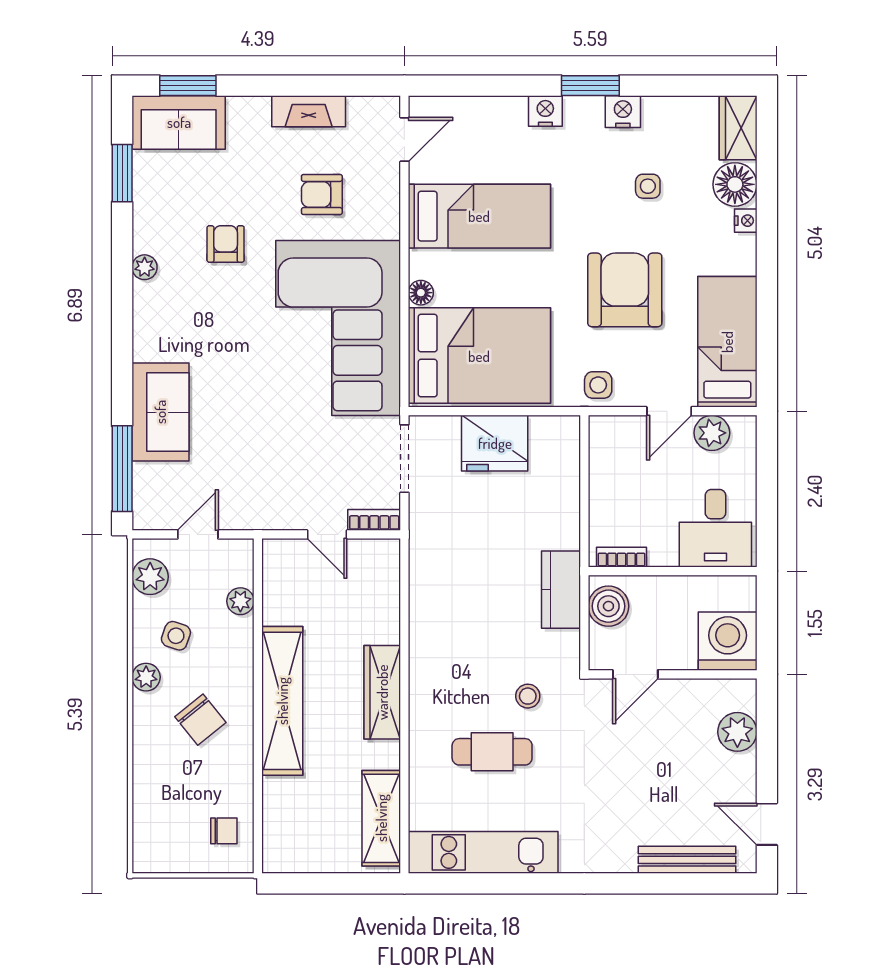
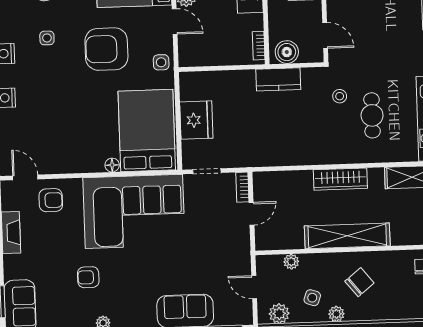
armchair: (322, 195) -> (51, 200), moved, turned -90
bed: (479, 216) -> (67, 133), removed
doorway: (404, 459) -> (207, 171), width x0.73

